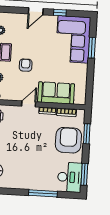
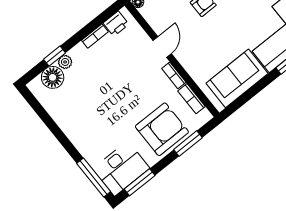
sofa: (56, 93) -> (237, 78), moved, turned -90
door: (29, 104) -> (162, 47), hinge flipped
window: (43, 193) -> (94, 178), moved

